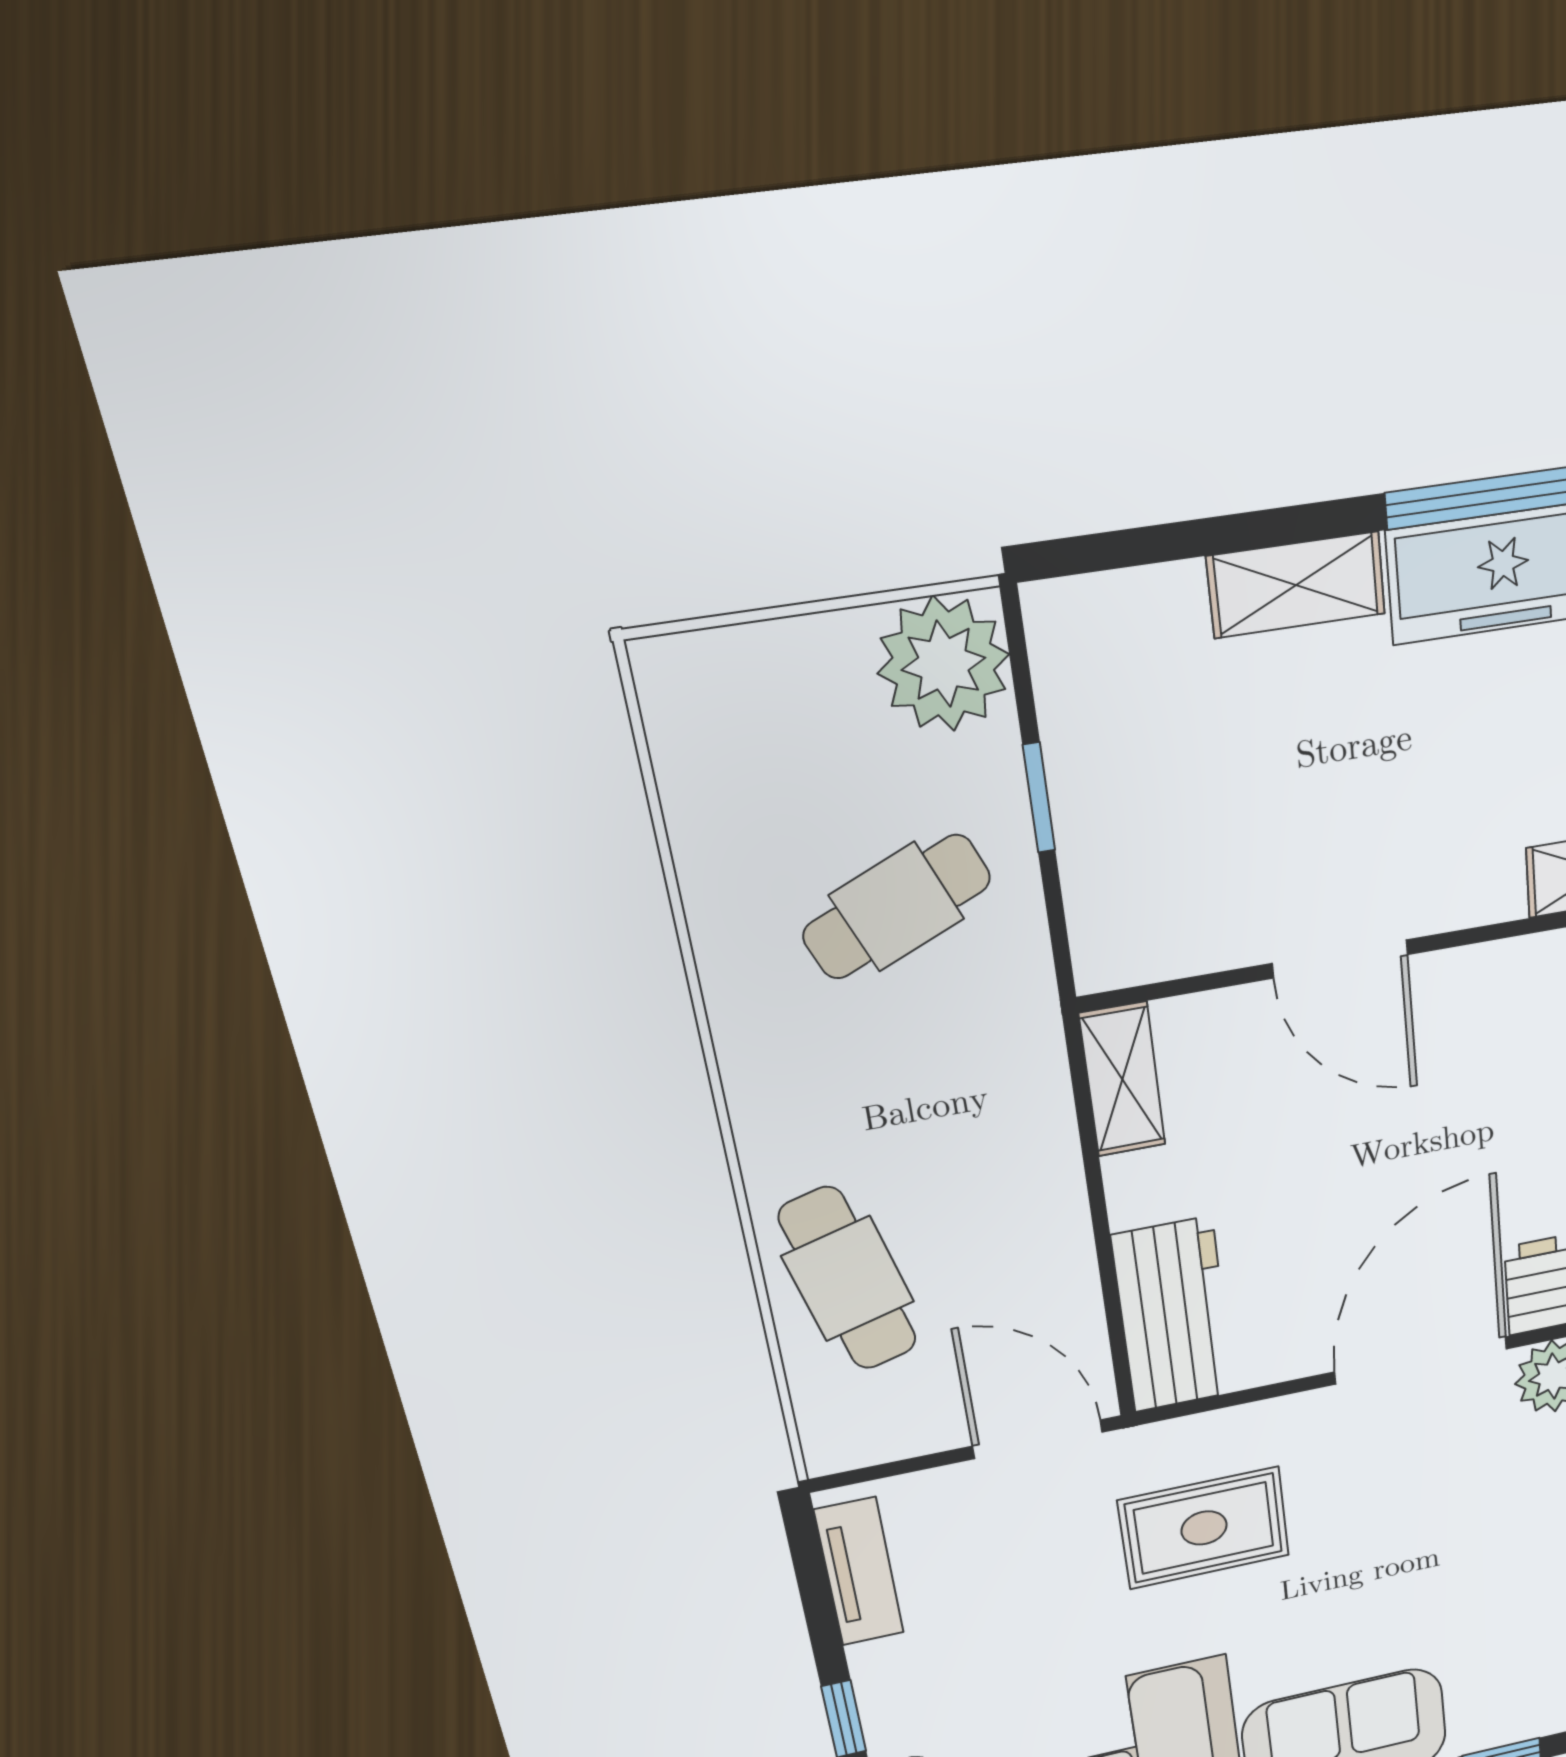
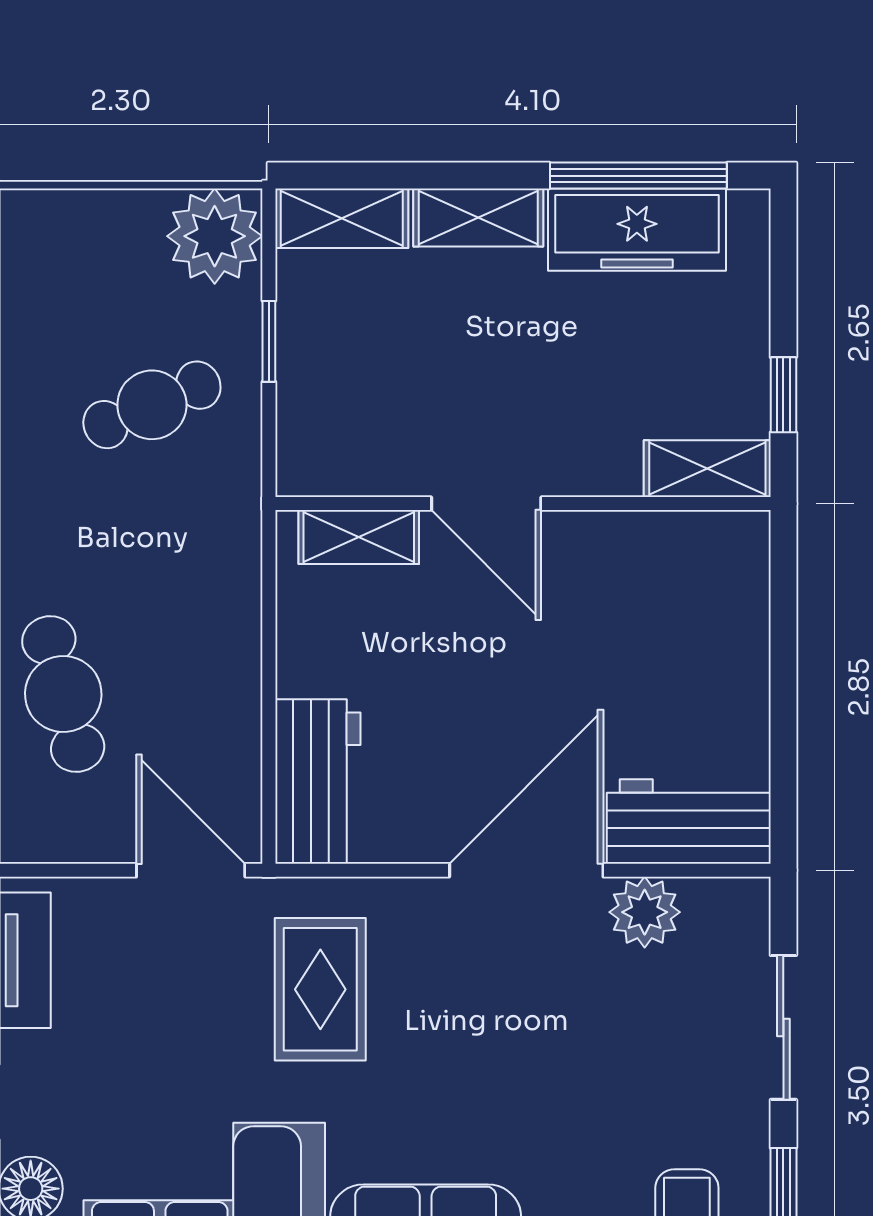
shelving: (1114, 613) -> (342, 218), added
shelving: (1122, 1079) -> (359, 537), moved, turned 90
rug: (1204, 1528) -> (320, 989), turned 90

